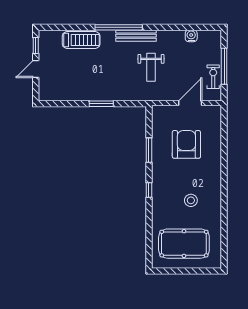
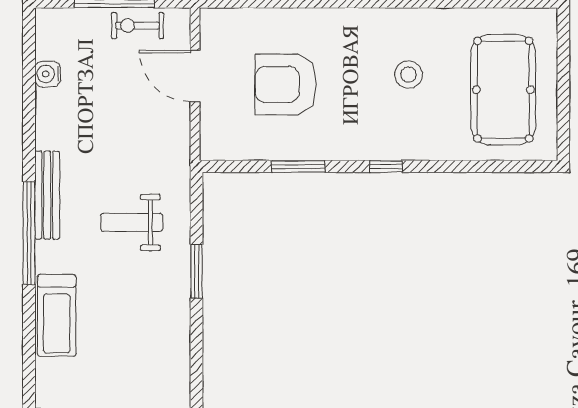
treadmill: (81, 40) -> (57, 315), turned 180
weight bench: (151, 67) -> (132, 222), moved, turned 180

